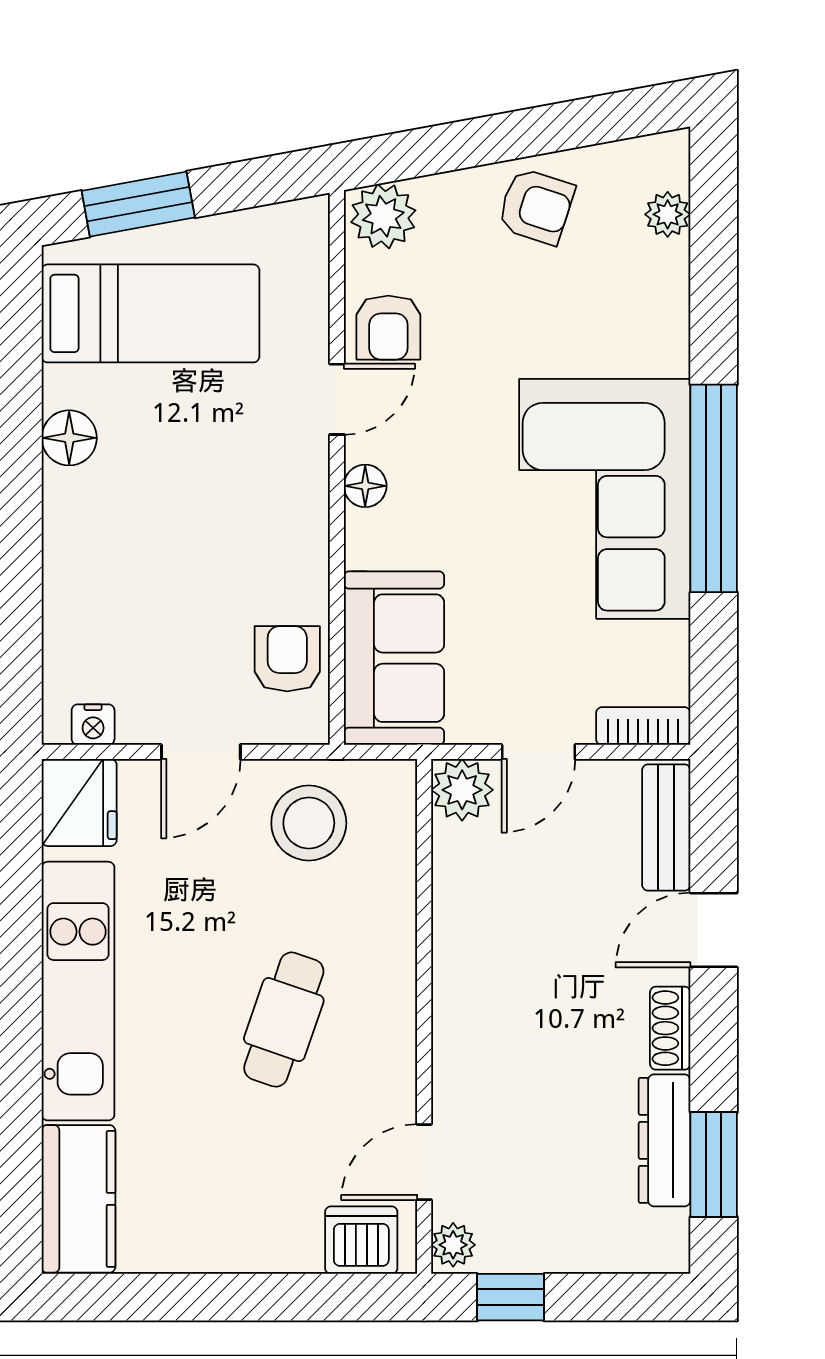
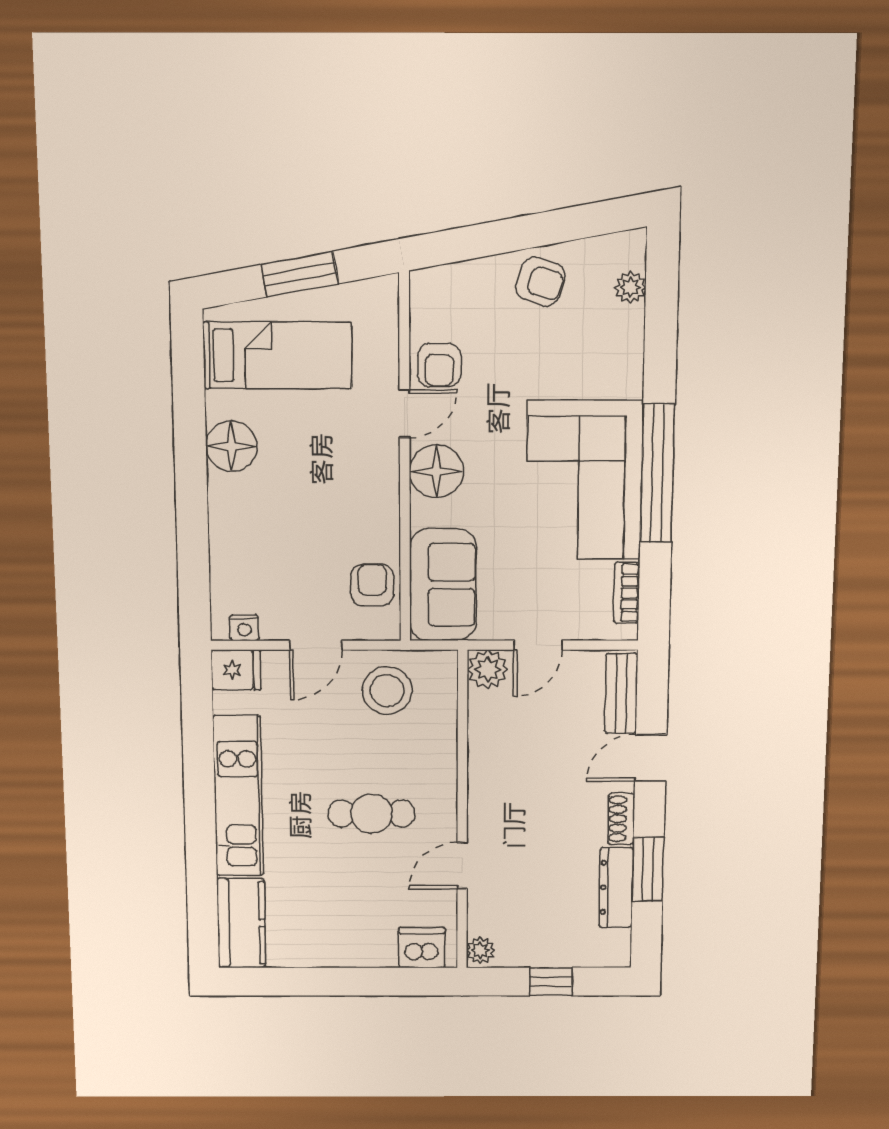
window: (138, 204) -> (300, 274), moved
plant: (383, 216) -> (436, 289), removed
floor lamp: (69, 438) -> (231, 446), width x1.38, depth x1.38
floor lamp: (365, 486) -> (436, 472), width x1.89, depth x1.89
bookcase: (643, 726) -> (627, 593), moved, turned -90
fridge: (79, 802) -> (236, 670), width x0.72
cafe table: (284, 1020) -> (372, 814), turned 71
door: (424, 1162) -> (462, 866), moved
window: (714, 1164) -> (648, 869), moved
window: (511, 1297) -> (551, 982), moved

